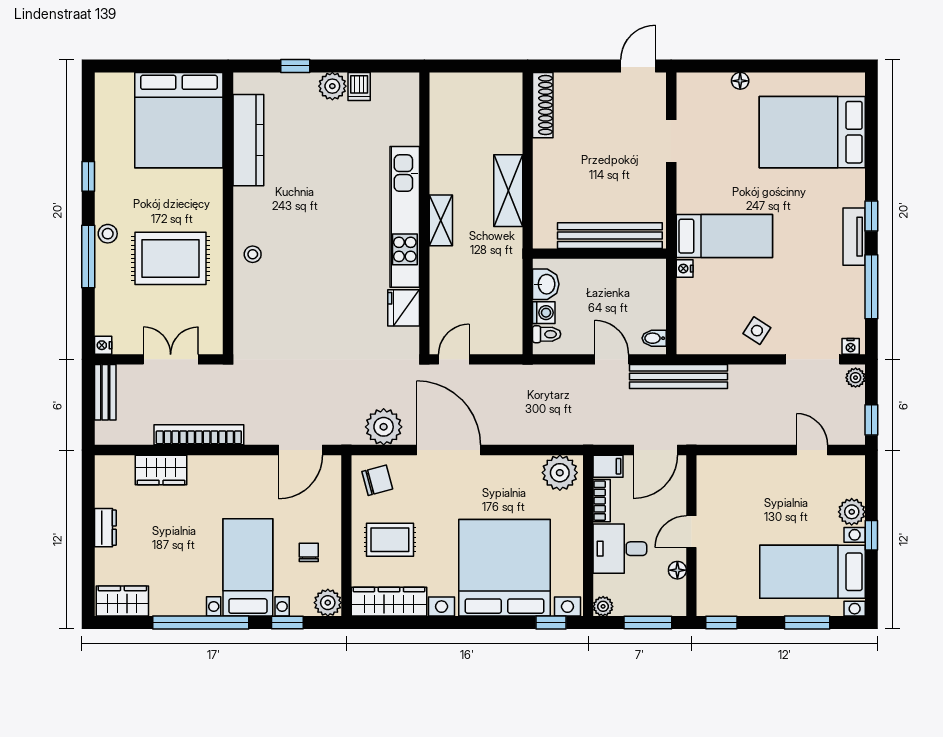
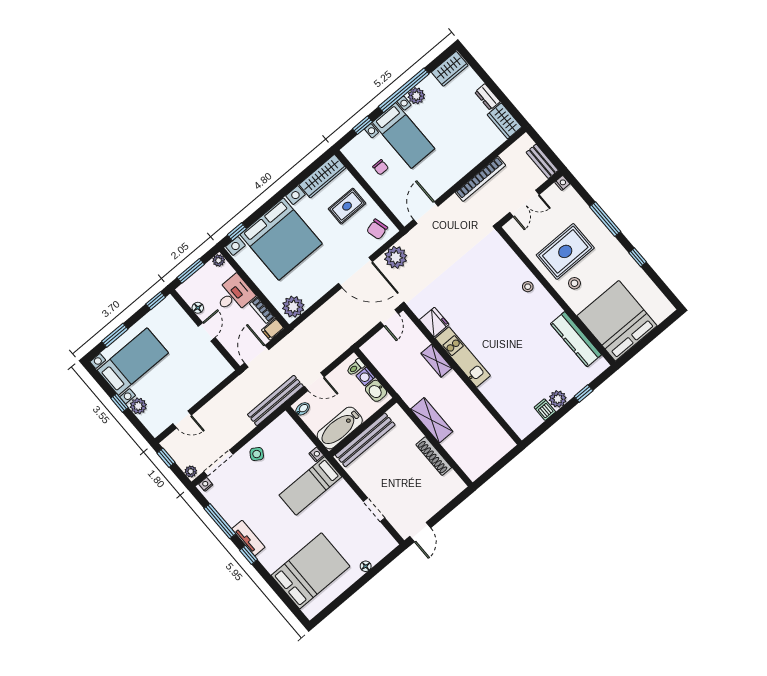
shoe rack: (543, 105) -> (434, 456), moved
kitchen unit: (405, 217) -> (463, 357), width x0.73
shelving: (441, 220) -> (436, 361), moved
stool: (108, 234) -> (574, 283), moved
bathtub: (629, 276) -> (340, 428), added
wardrobe: (161, 470) -> (504, 121), moved, turned -90
plant: (328, 603) -> (416, 96), moved

